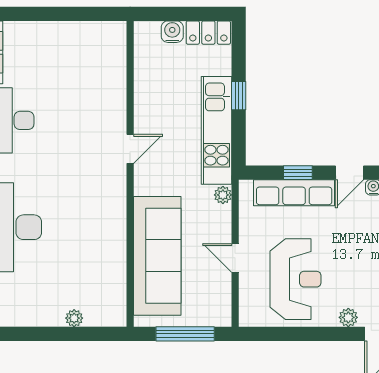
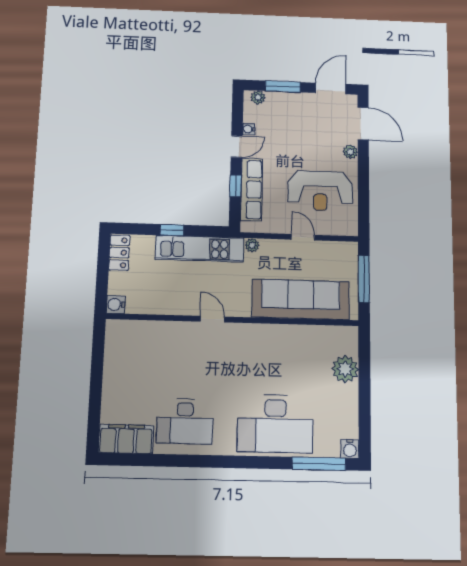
water cooler: (172, 32) -> (116, 304), moved
door: (350, 173) -> (237, 147), hinge flipped
door: (235, 258) -> (303, 237), swing flipped
reception desk: (296, 279) -> (320, 191), turned 180
plant: (74, 318) -> (345, 369), width x1.87, depth x1.87

